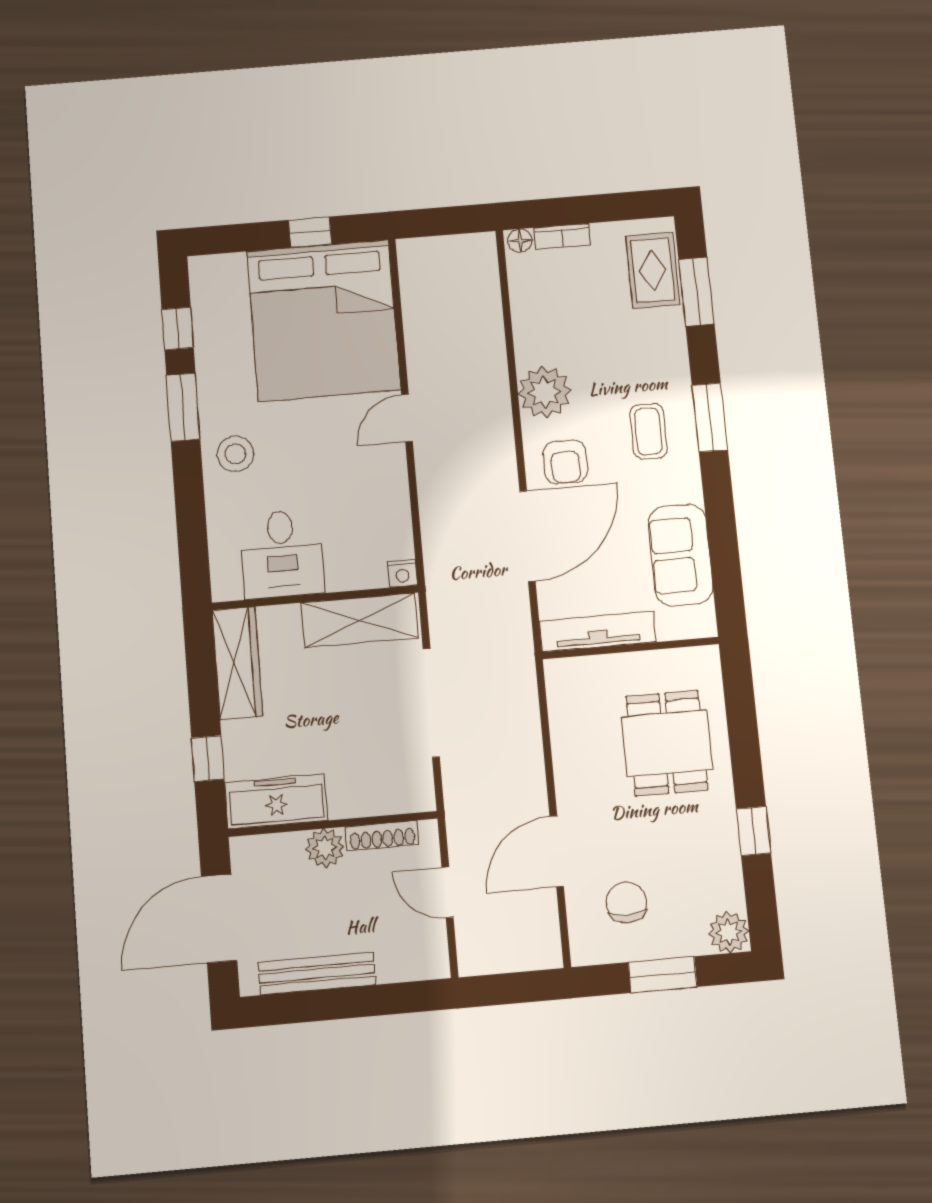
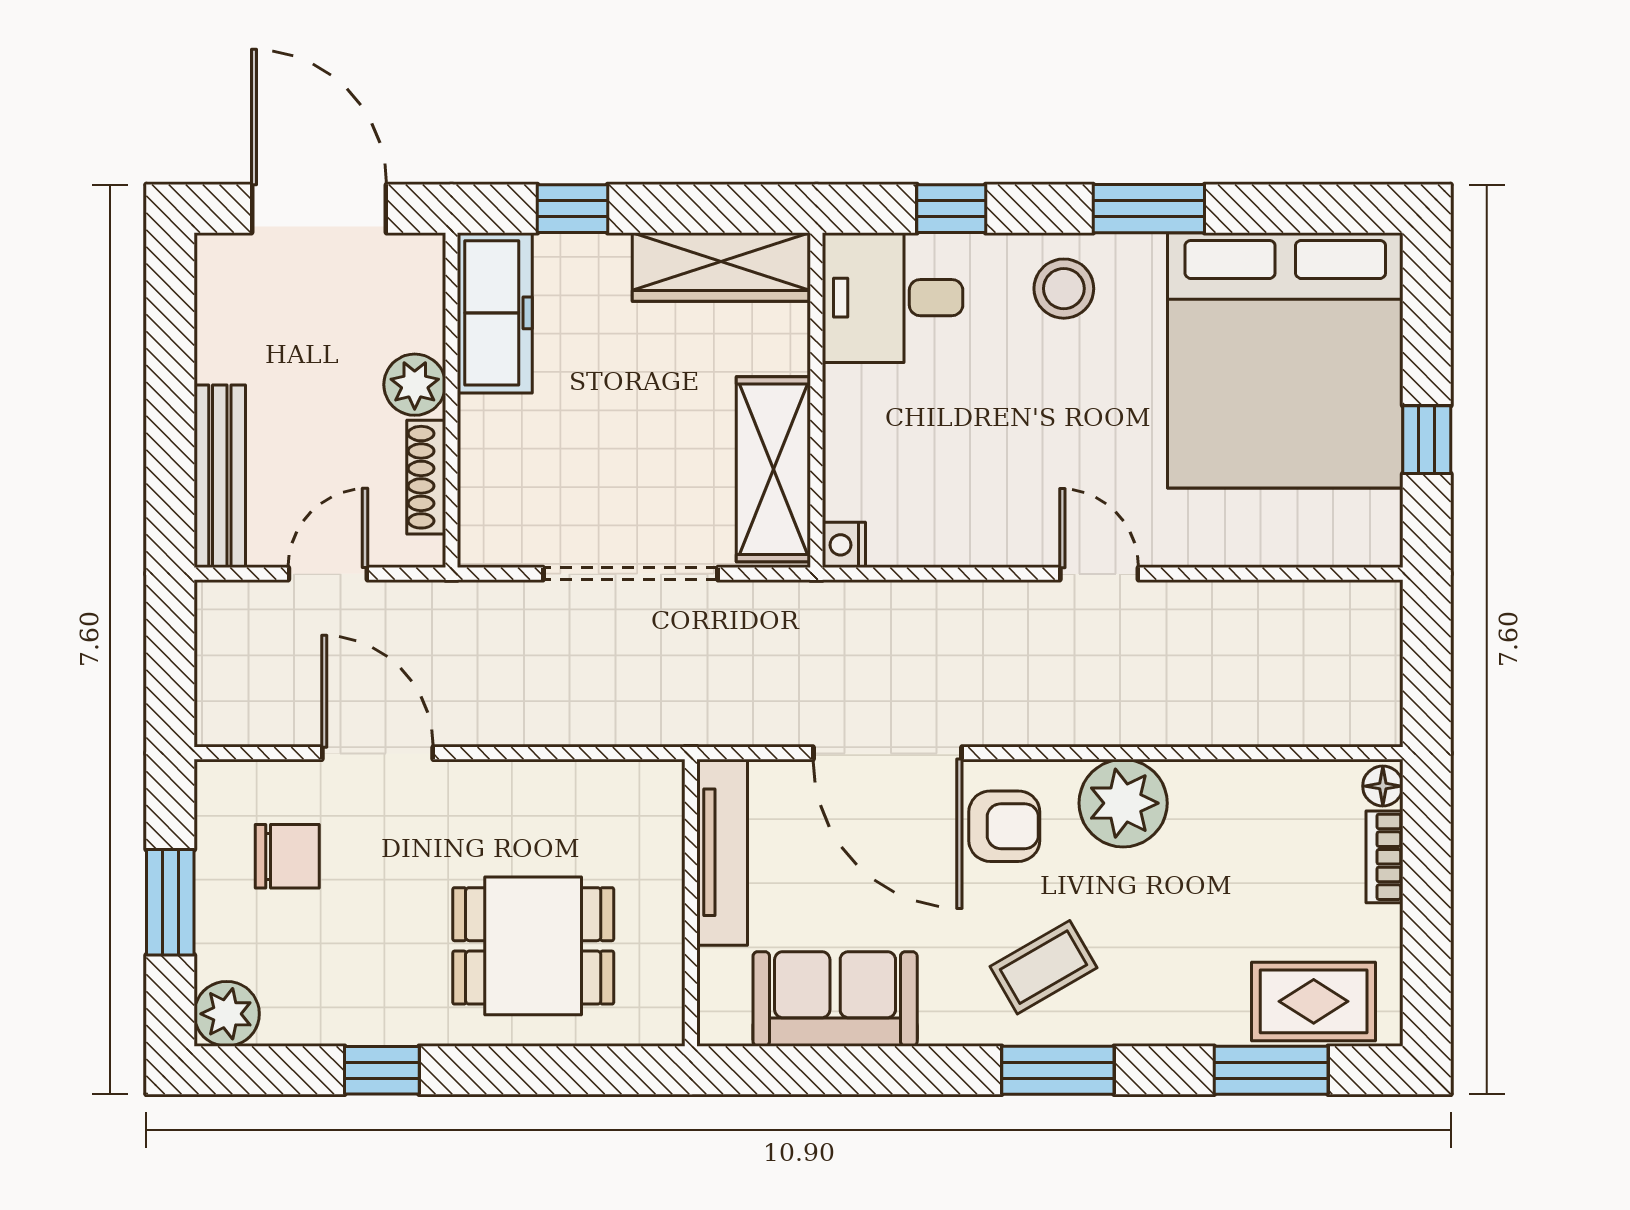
bed: (324, 320) -> (1285, 360), moved, turned -90
window: (178, 329) -> (951, 209), moved
coffee table: (648, 431) -> (1043, 967), turned -30
armchair: (565, 462) -> (1004, 826), turned 180
desk: (282, 554) -> (893, 298), moved
bench: (317, 974) -> (220, 476), moved

